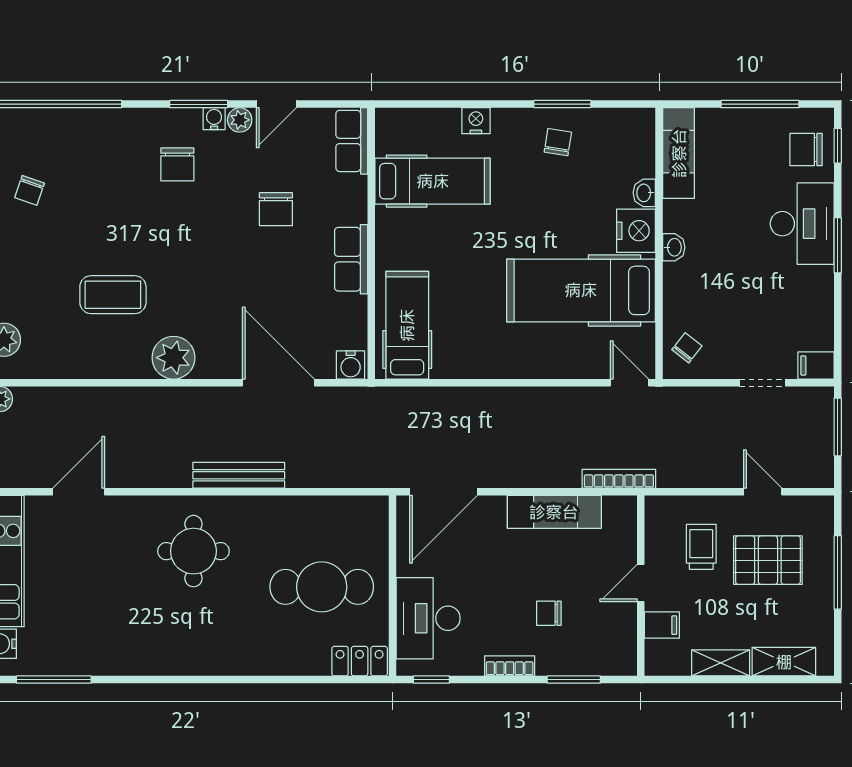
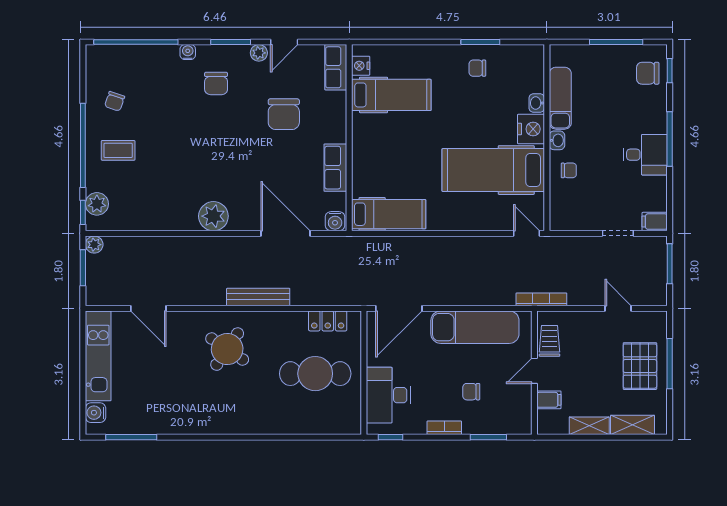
water cooler: (214, 119) -> (188, 52), moved
nightstand: (476, 121) -> (361, 66), moved, turned -90
chair: (558, 142) -> (477, 68), turned -99
exam couch: (679, 153) -> (560, 98), moved
chair: (276, 209) -> (284, 114), width x1.37, depth x1.37
desk: (802, 224) -> (645, 155), moved, width x0.73
window: (838, 245) -> (670, 139), width x1.44
row of seats: (351, 259) -> (335, 168), moved
coffee table: (113, 295) -> (118, 150), moved, width x0.73, depth x0.77
hospital bed: (407, 325) -> (389, 214), moved, turned 90
chair: (687, 348) -> (569, 170), moved, turned 52
bookcase: (619, 479) -> (541, 299), moved
door: (79, 492) -> (148, 308), swing flipped
exam couch: (554, 512) -> (475, 327), width x1.36, depth x1.45
trolley: (701, 547) -> (550, 341), moved
round table: (193, 551) -> (227, 349), turned 34
pallet: (768, 560) -> (640, 366), moved, turned 90
locker: (360, 661) -> (328, 321), moved, turned 180

